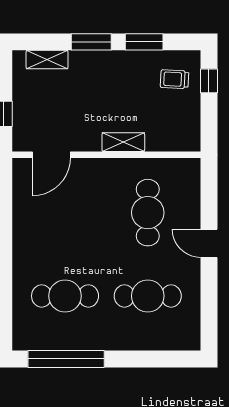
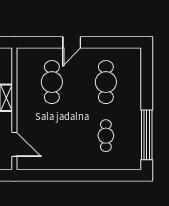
cafe table: (148, 213) -> (52, 82), turned 90
cafe table: (65, 296) -> (106, 136), width x0.73, depth x0.74

